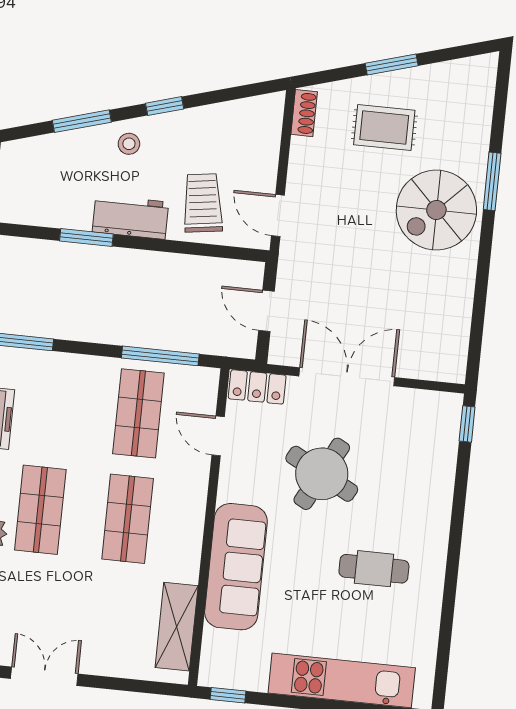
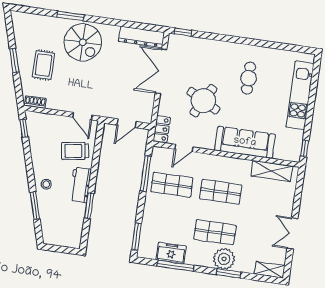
window: (165, 106) -> (24, 128), moved
door: (278, 216) -> (82, 116), hinge flipped
dresser: (453, 335) -> (141, 37), added
double door: (347, 377) -> (161, 71), moved

